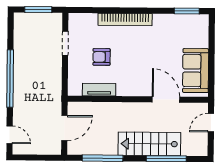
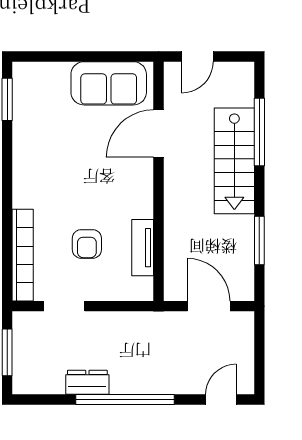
bookcase: (125, 19) -> (23, 255), moved
dresser: (20, 57) -> (87, 382), added
door: (211, 123) -> (197, 57), hinge flipped
window: (103, 158) -> (259, 241), width x0.69

